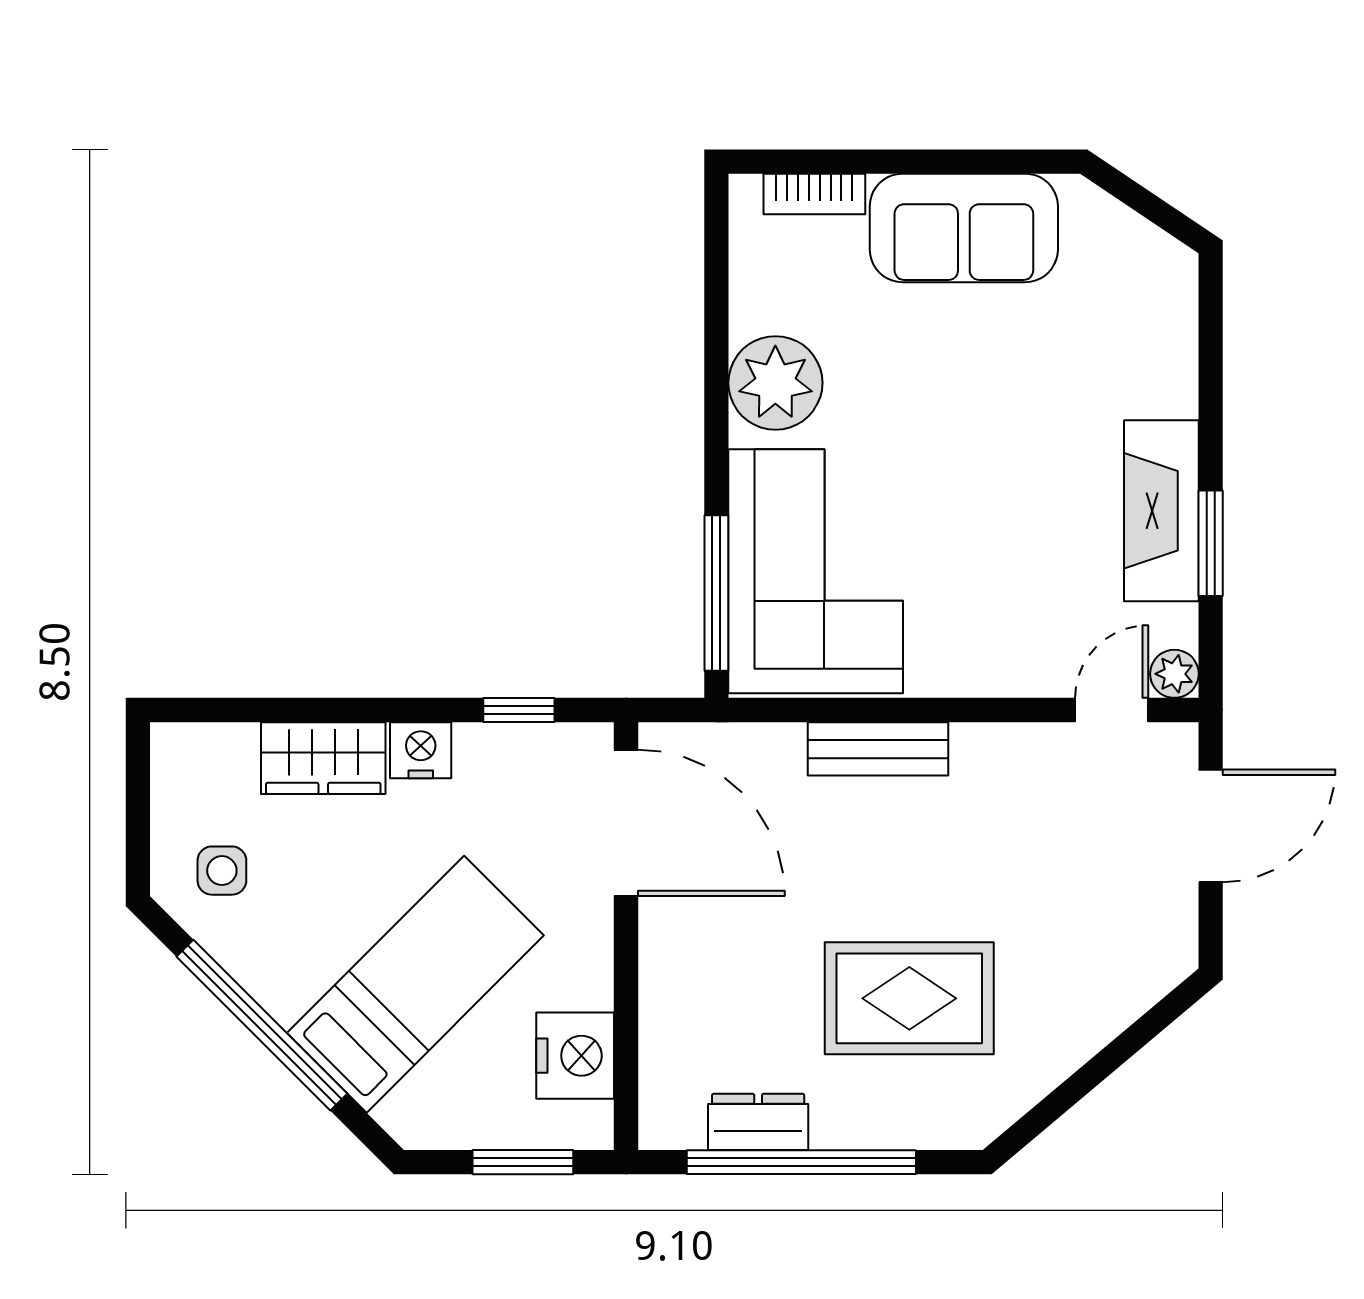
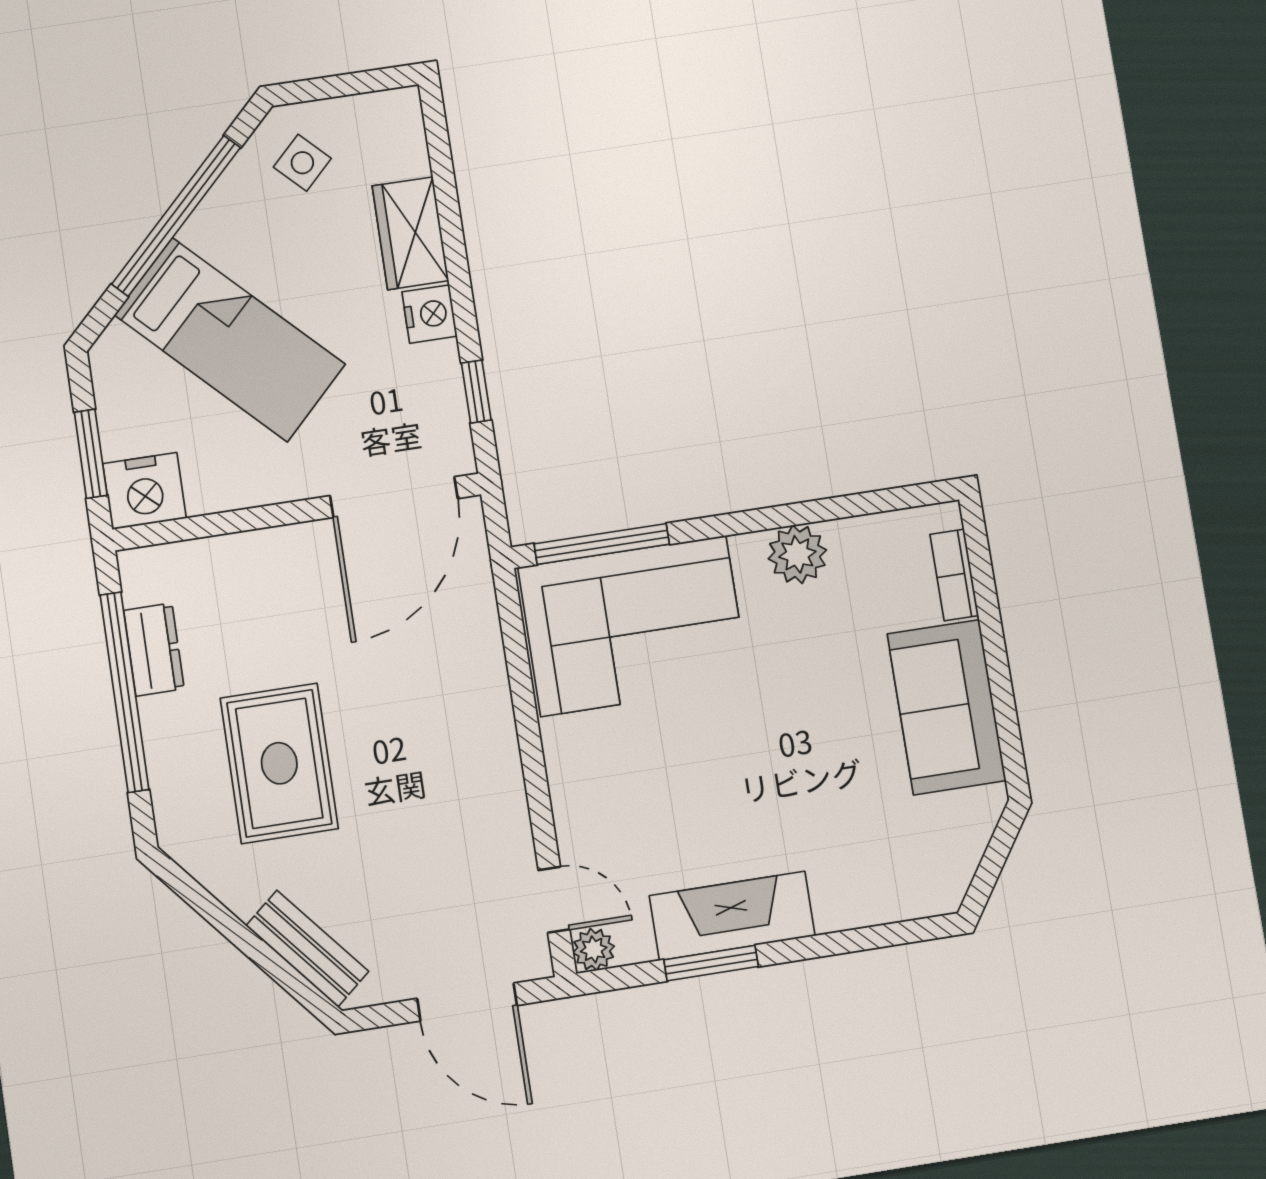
plant: (775, 383) -> (797, 554), width x0.73, depth x0.73
bench: (878, 749) -> (307, 949), moved, turned -40
side table: (222, 871) -> (302, 163), turned 45
nightstand: (575, 1056) -> (144, 491), moved

